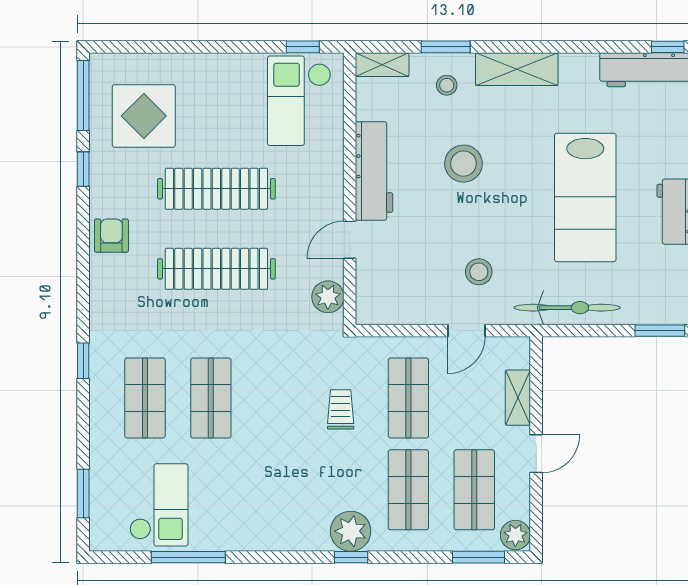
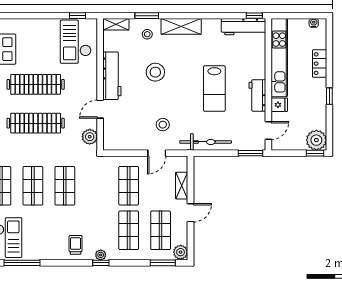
lab bench: (585, 197) -> (214, 89), width x0.73, depth x0.72
shop shelf: (277, 398) -> (65, 186), added
trolley: (341, 409) -> (76, 245), moved
plant: (351, 531) -> (101, 255), width x0.53, depth x0.53

